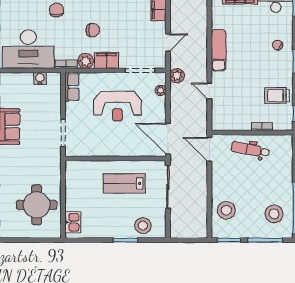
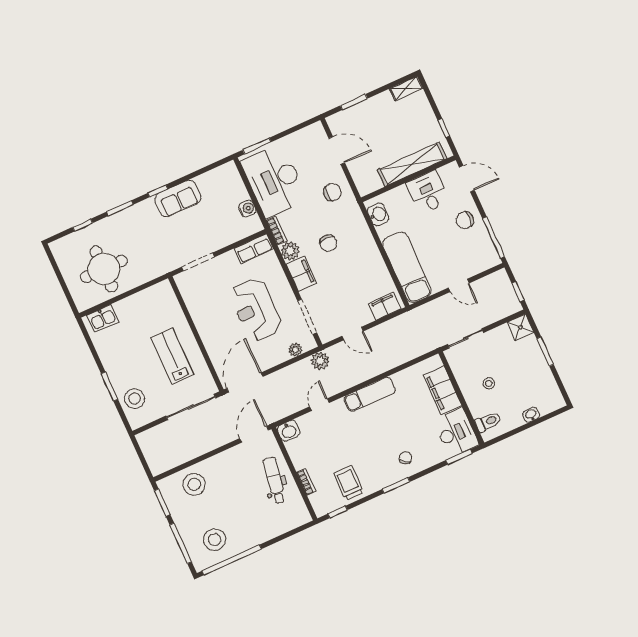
washbasin: (218, 122) -> (289, 431), added

